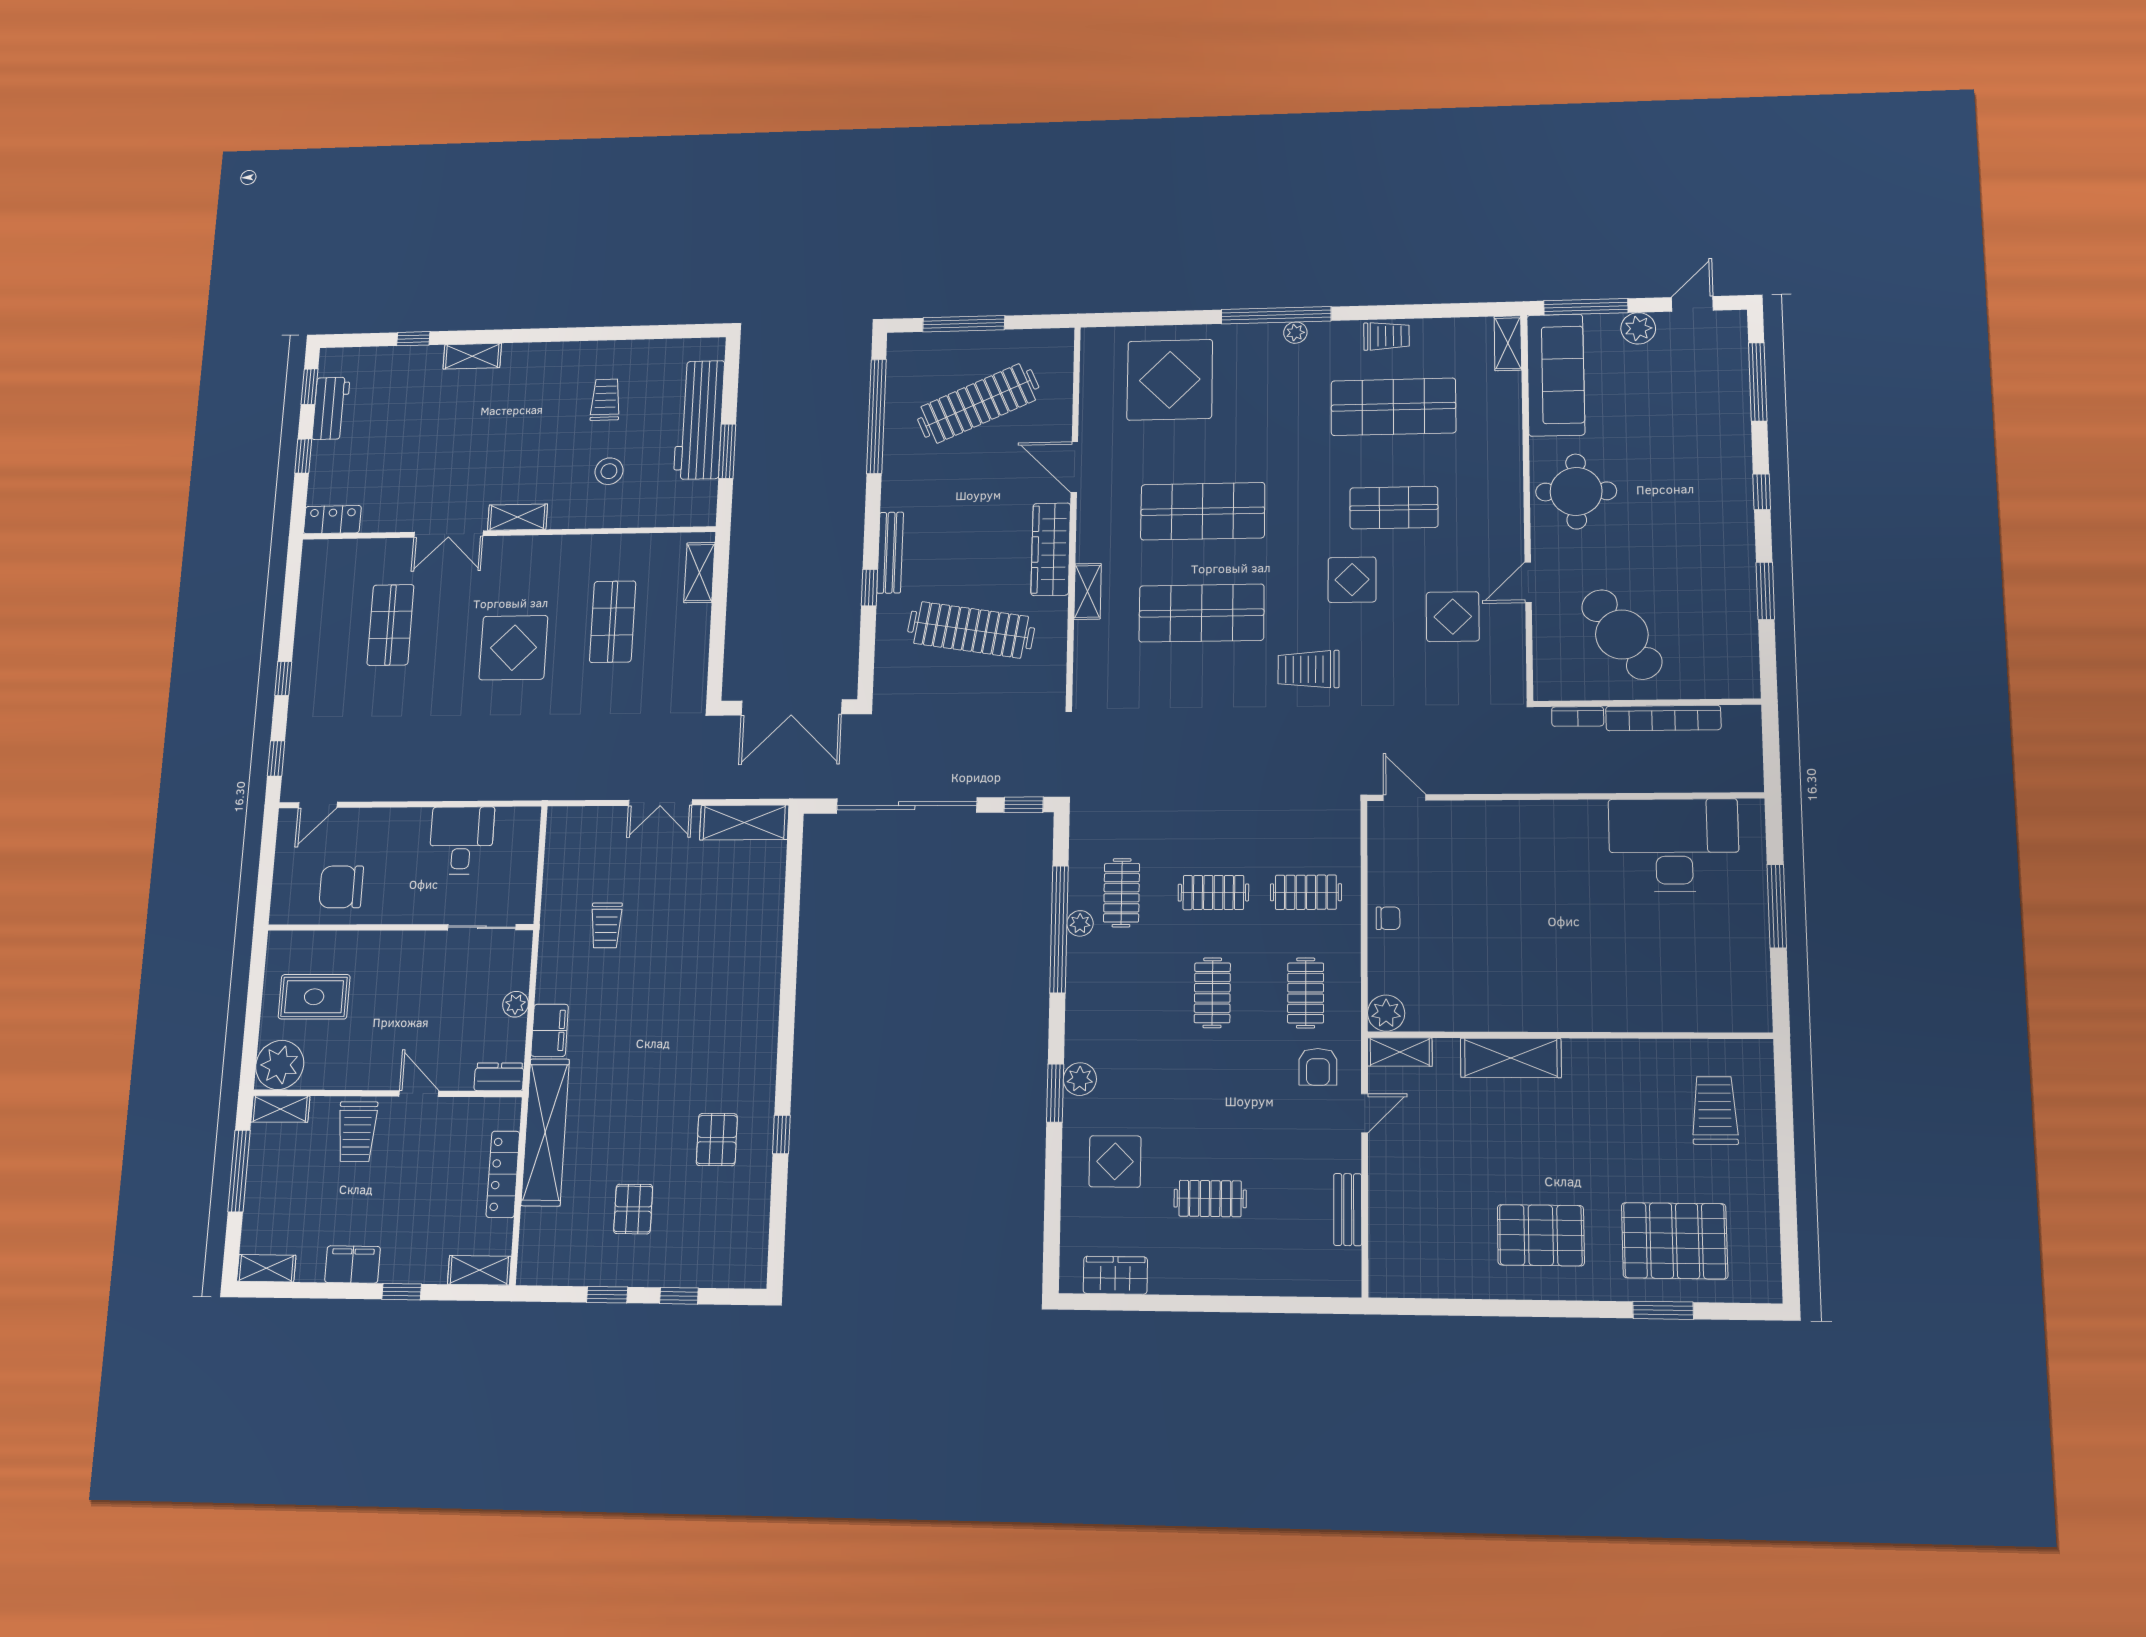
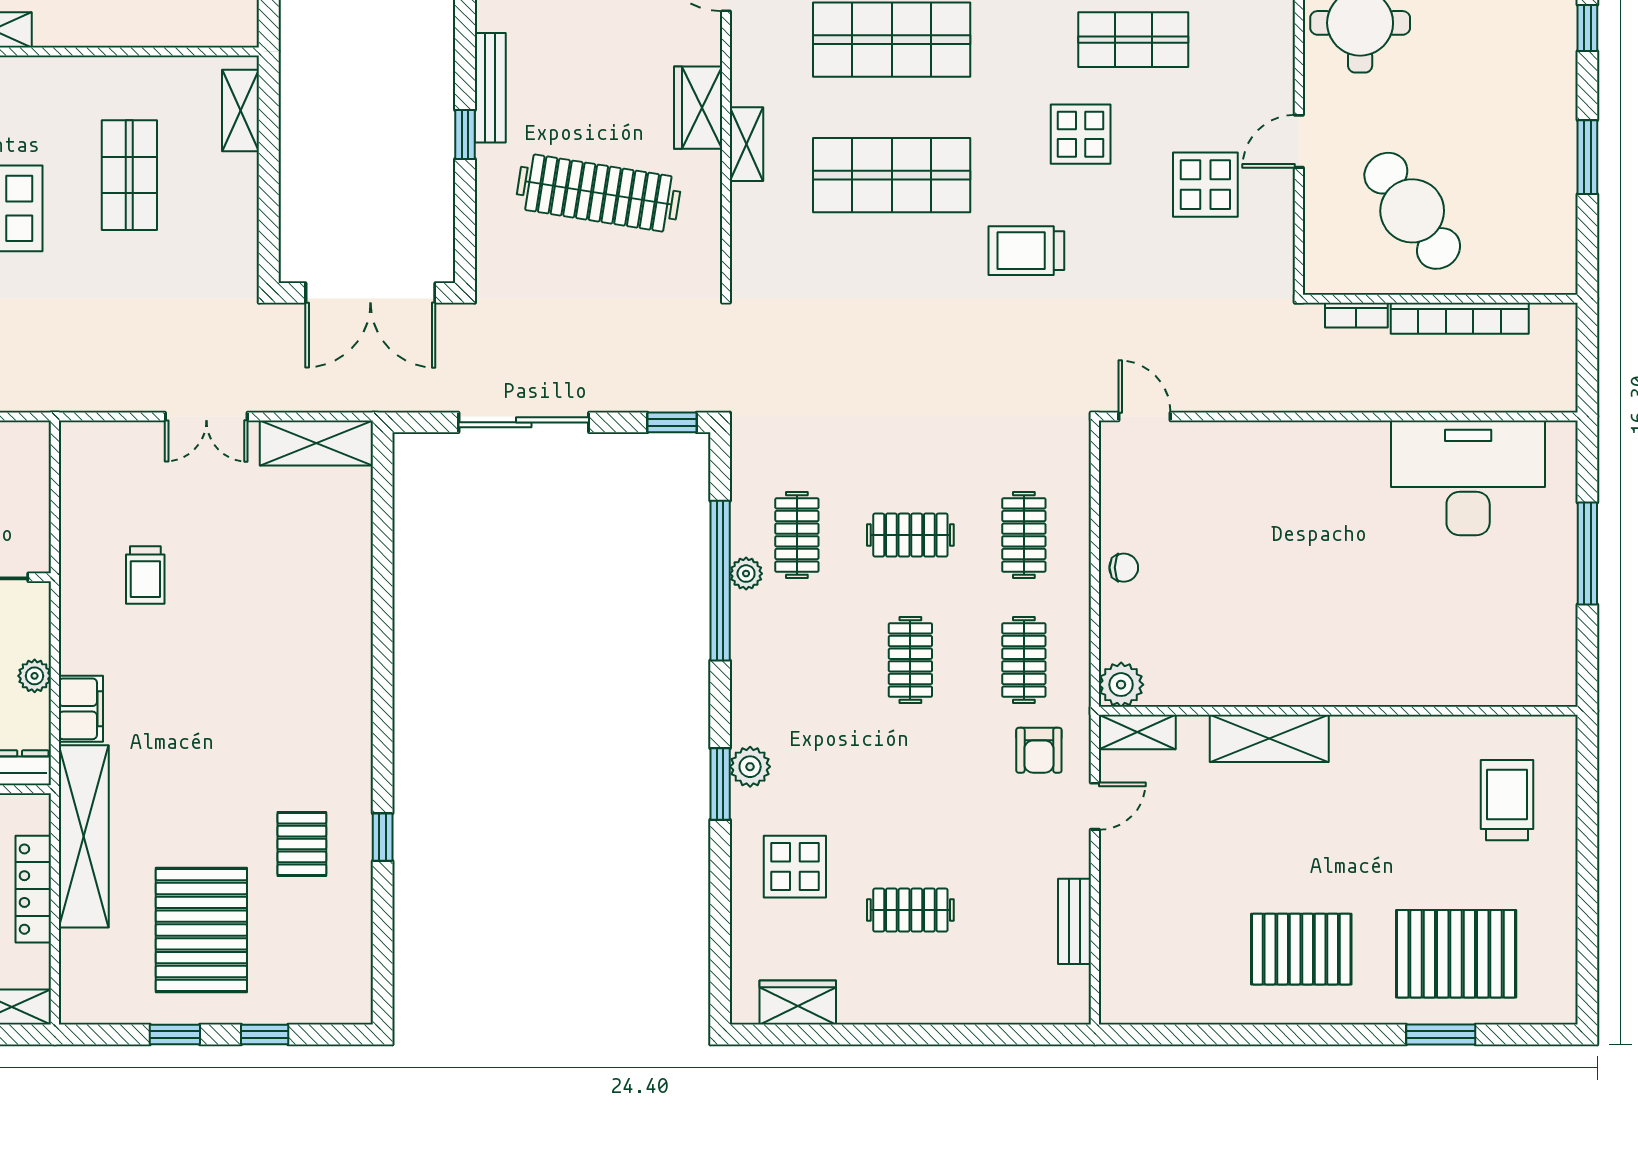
wardrobe: (1051, 549) -> (698, 108), width x0.67
sliding door: (907, 806) -> (524, 422), width x0.73
clothes rail: (1306, 892) -> (1024, 535), turned 90
pallet: (633, 1209) -> (201, 930), width x2.05, depth x2.00

